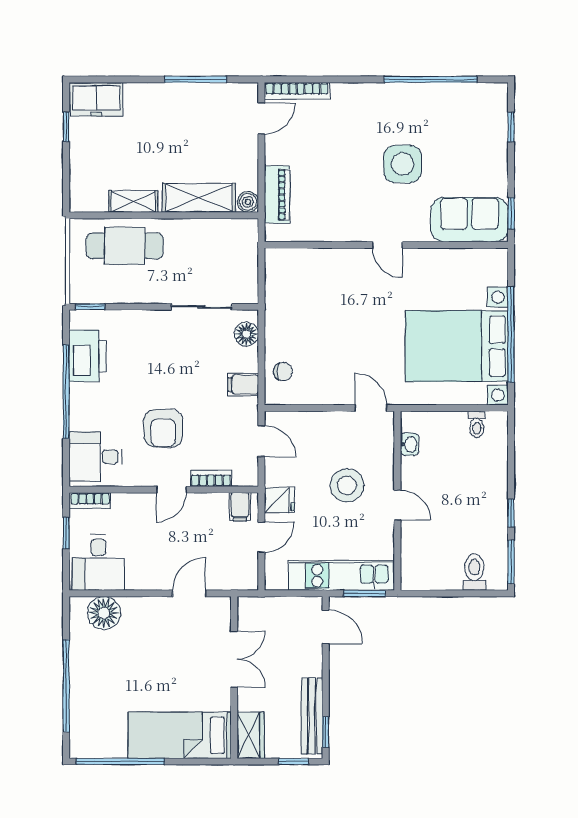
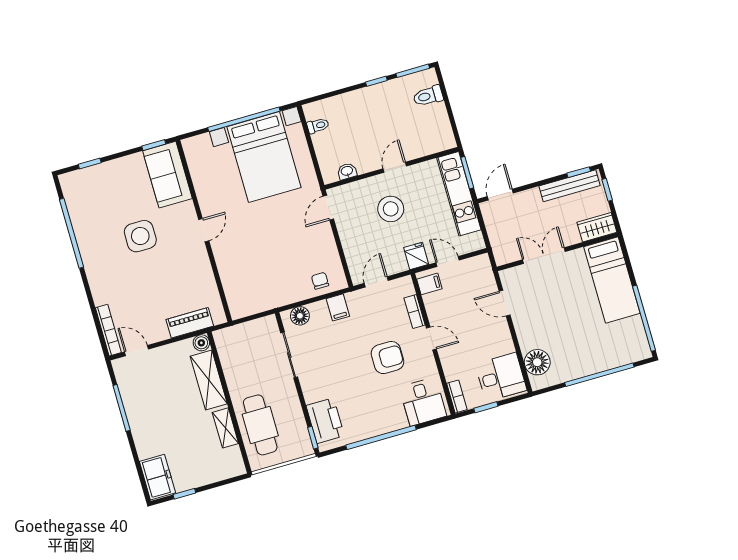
printer: (88, 356) -> (325, 421), moved, turned 90

